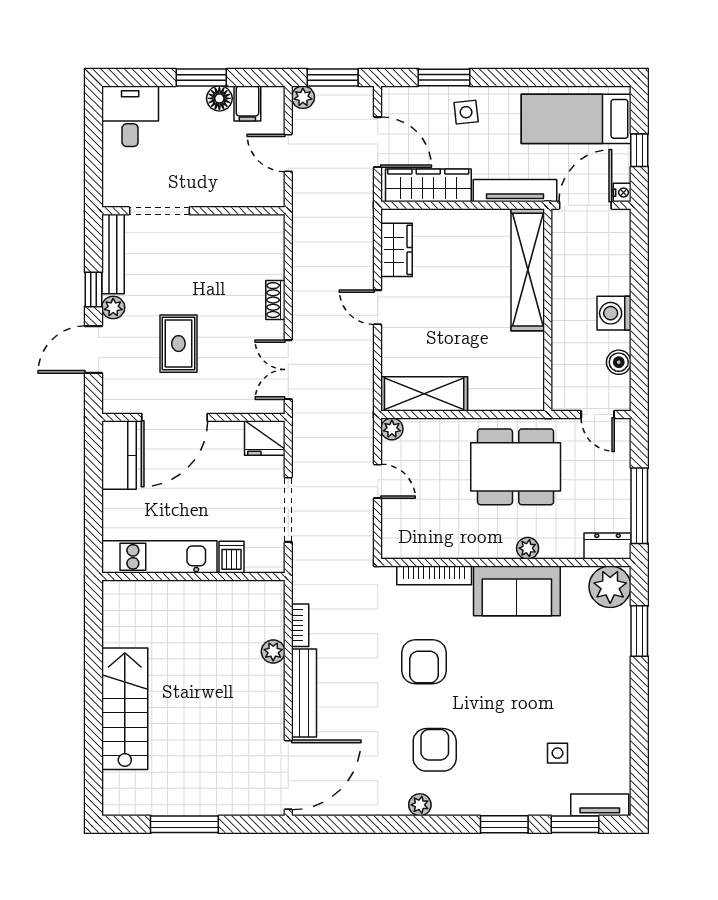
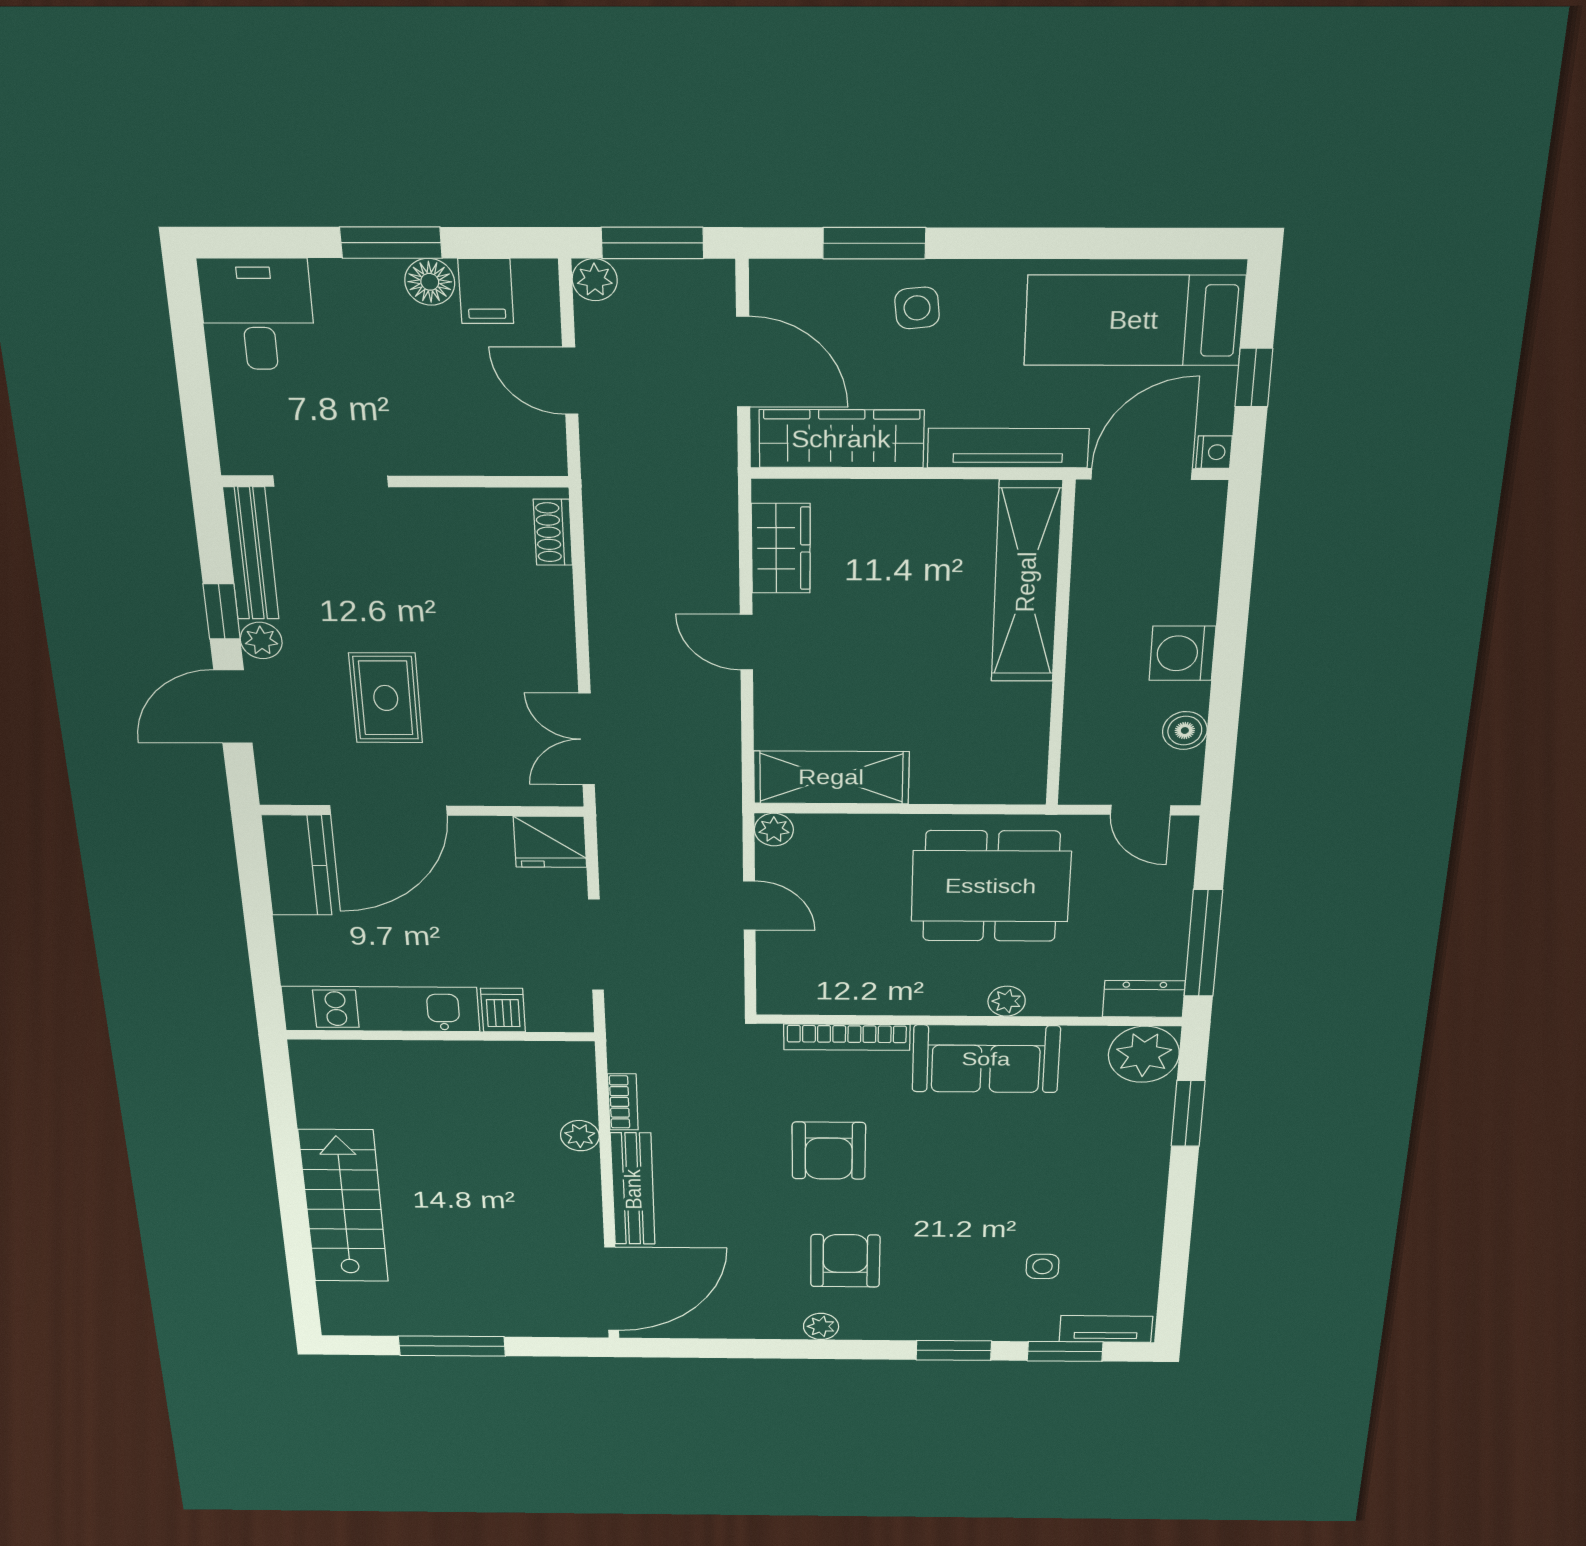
shoe rack: (275, 300) -> (553, 532), moved

